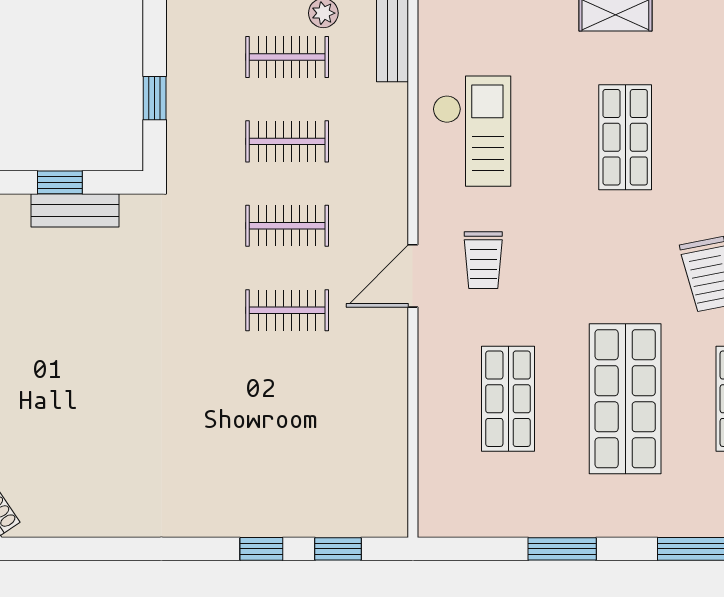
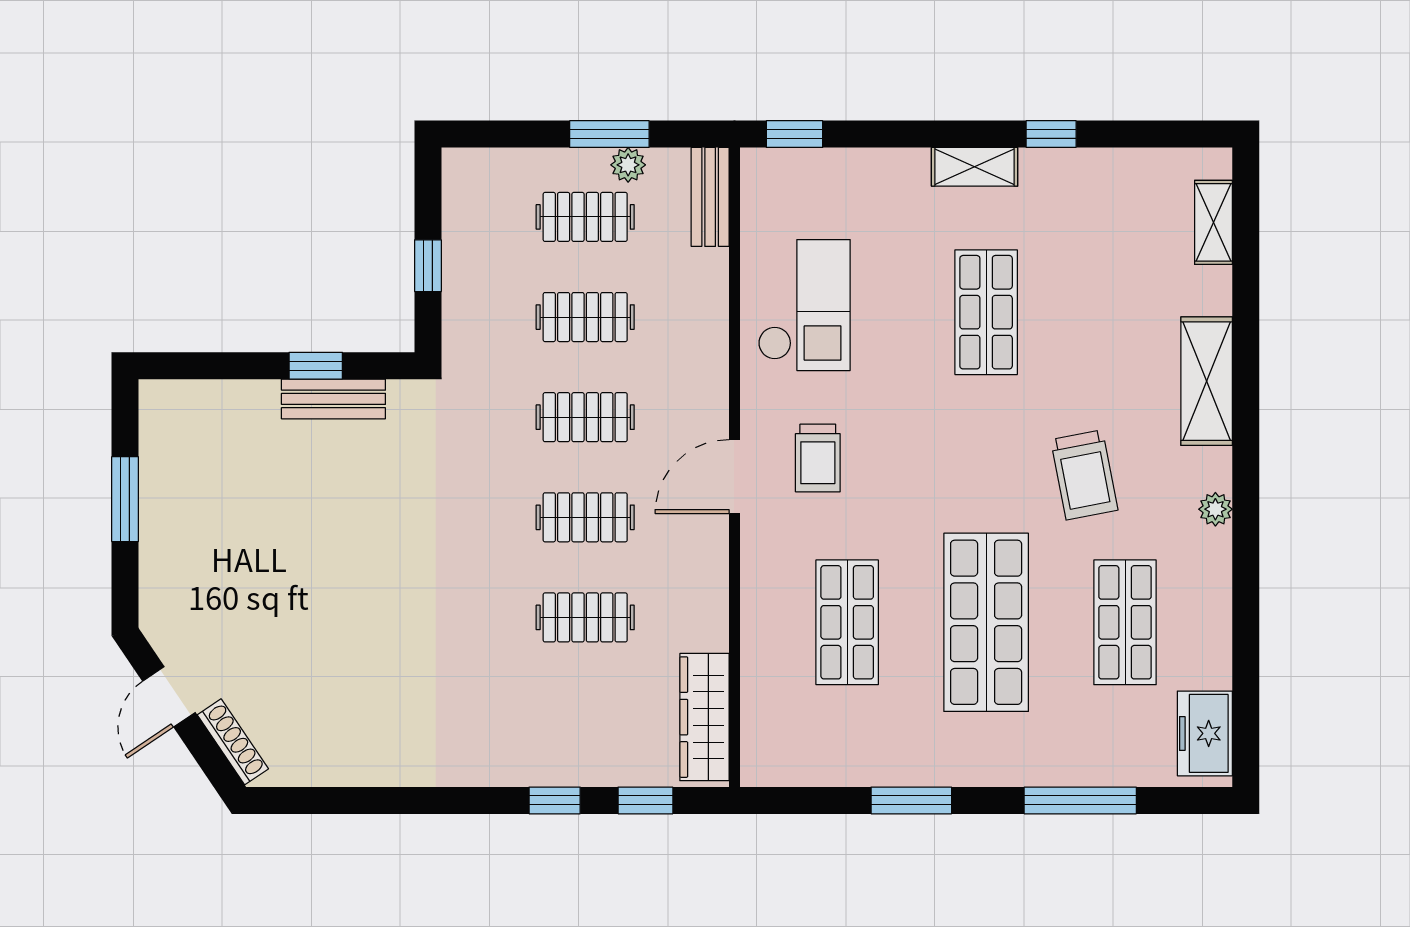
clothes rail: (287, 395) -> (585, 617), added
wardrobe: (388, 479) -> (704, 717), added

